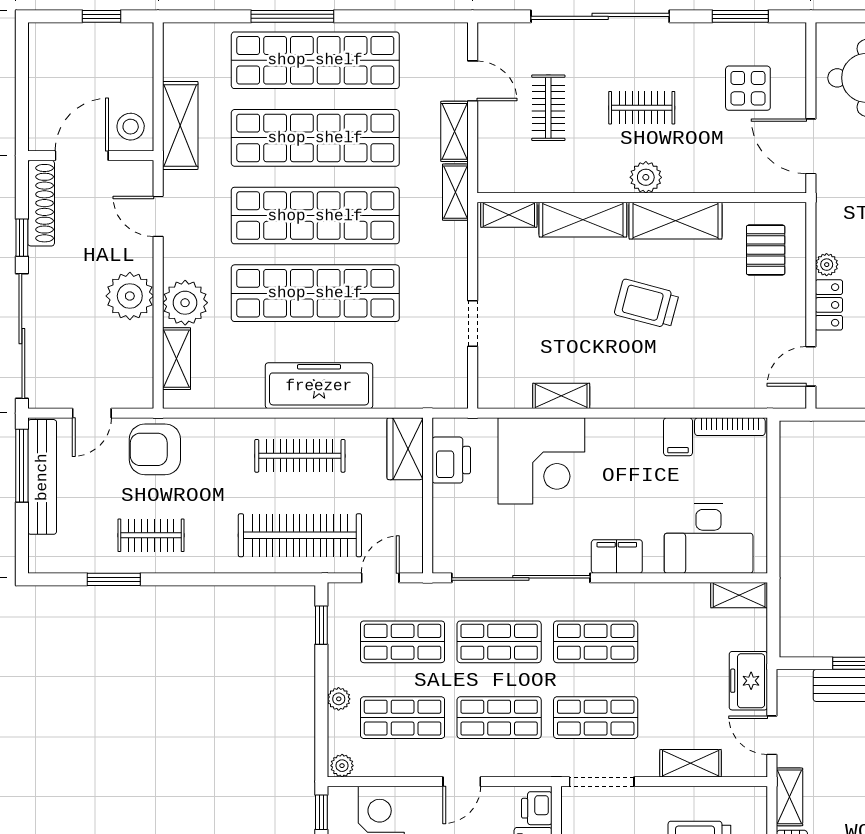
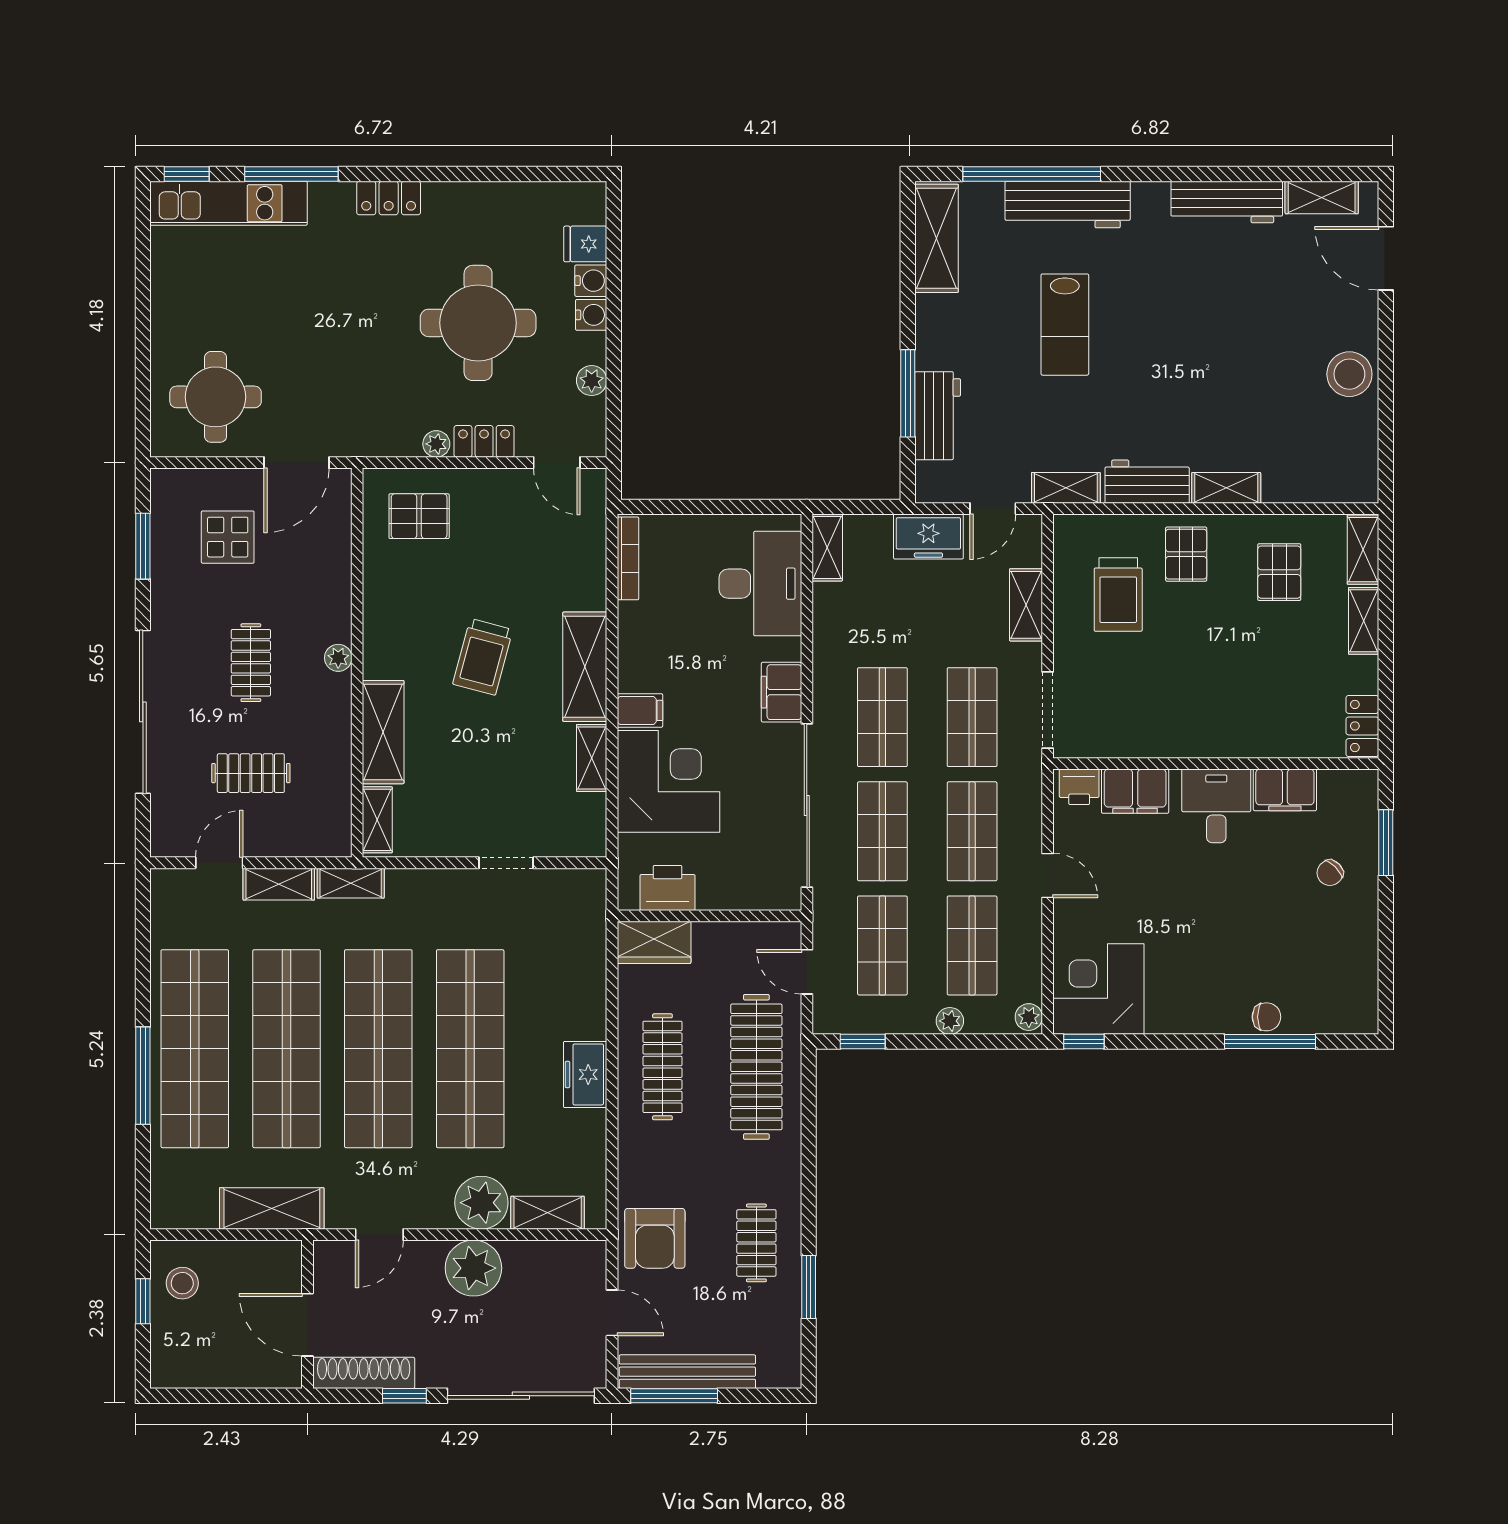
stool: (131, 127) -> (182, 1283), moved
plant: (646, 177) -> (338, 658), width x0.73, depth x0.73
shelving: (676, 221) -> (585, 667), moved
freezer: (319, 386) -> (585, 1074), width x0.52, depth x0.79
filing cabinet: (678, 437) -> (640, 710), moved

